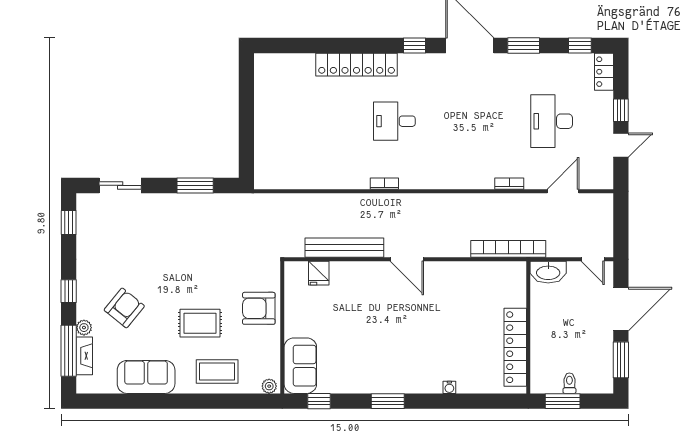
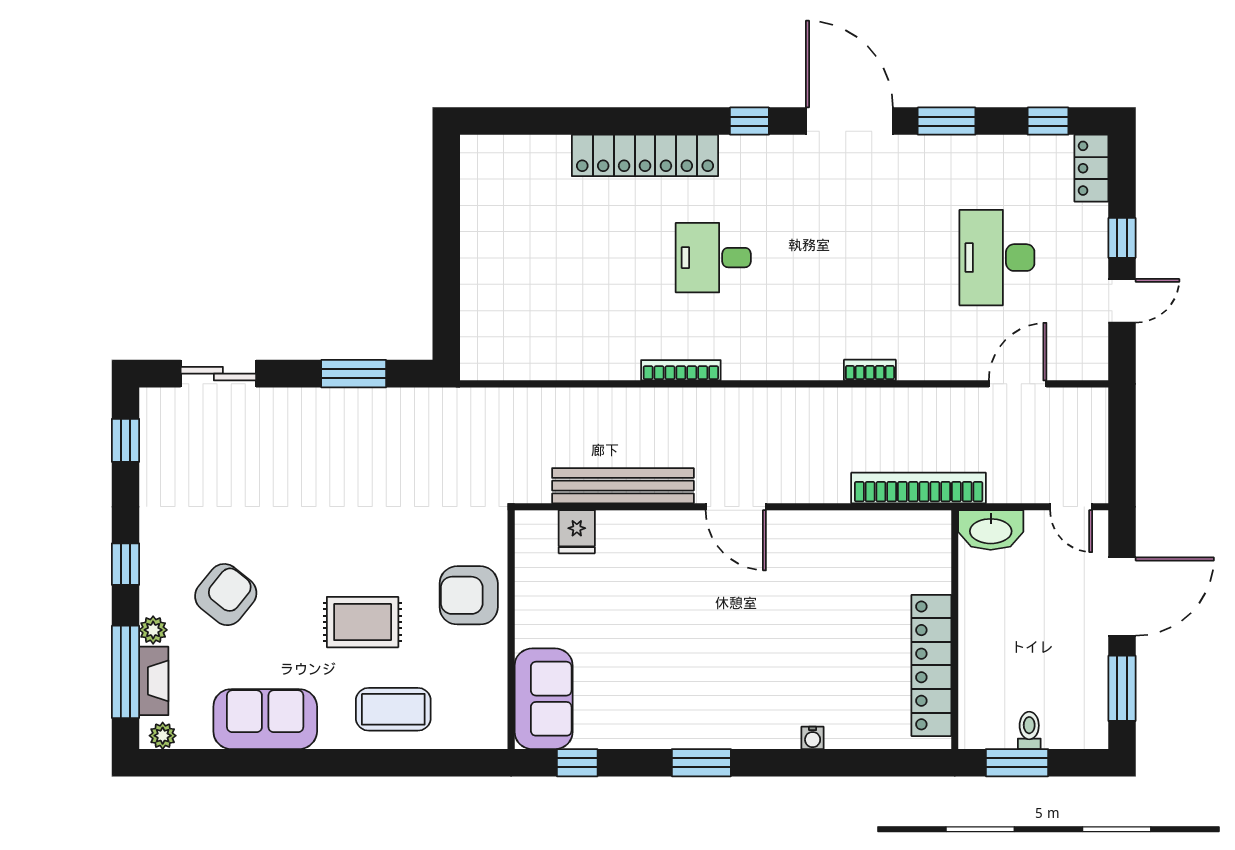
bookcase: (384, 184) -> (681, 370), width x1.56
bookcase: (509, 184) -> (870, 370), moved
plant: (269, 386) -> (163, 736), moved

